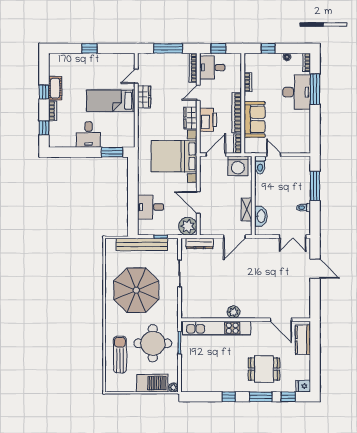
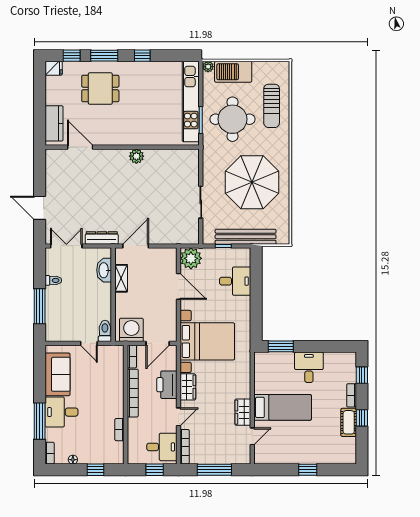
desk: (297, 92) -> (62, 412), width x0.73
sofa: (255, 119) -> (58, 374), moved, turned 180
dresser: (200, 243) -> (102, 238), moved
kitchen unit: (217, 328) -> (191, 101), moved, turned -90

